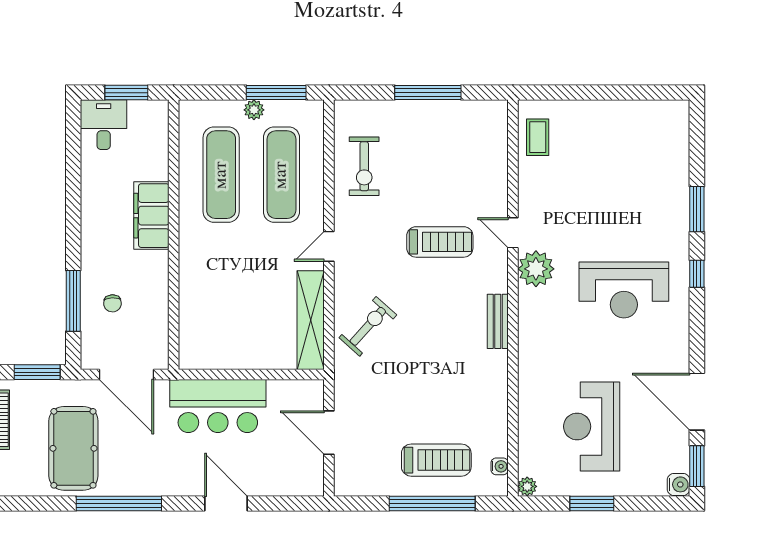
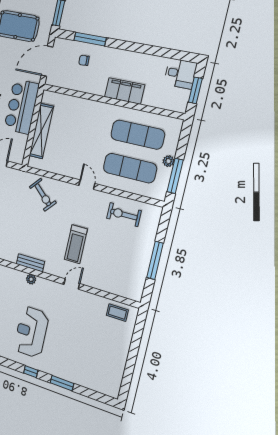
plant: (536, 269) -> (31, 279), moved, width x0.53, depth x0.53
shelving: (311, 320) -> (41, 131), moved, turned 90

